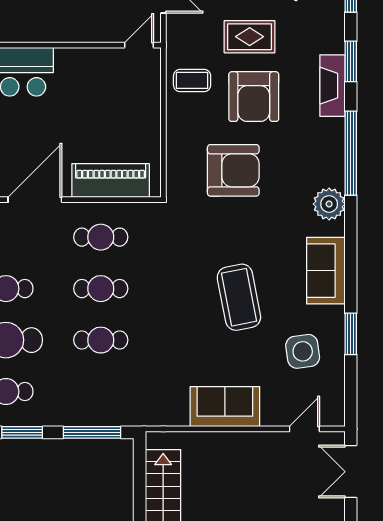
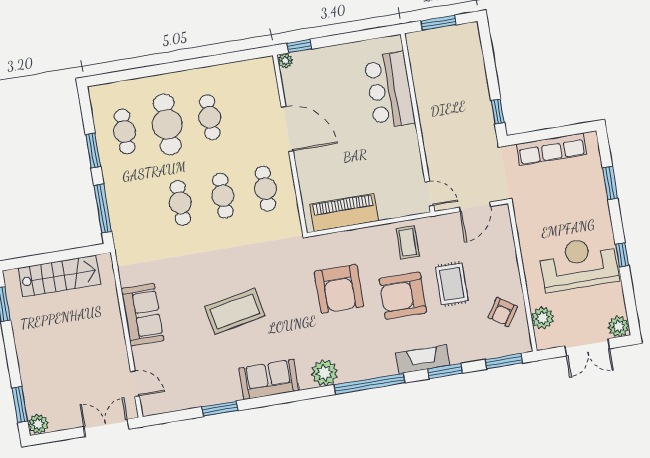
piano: (111, 181) -> (344, 212), moved, turned -90
side table: (303, 351) -> (199, 371), removed

